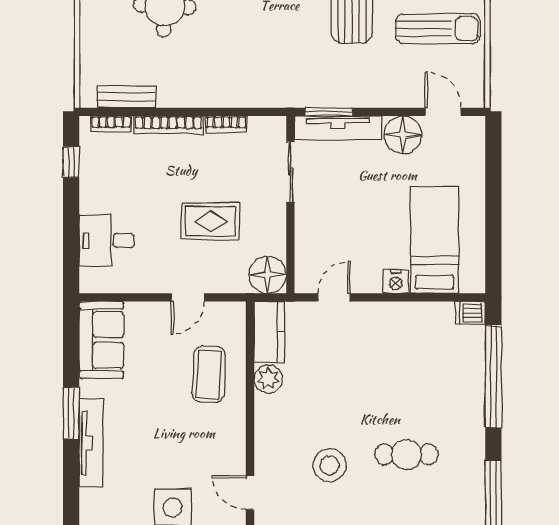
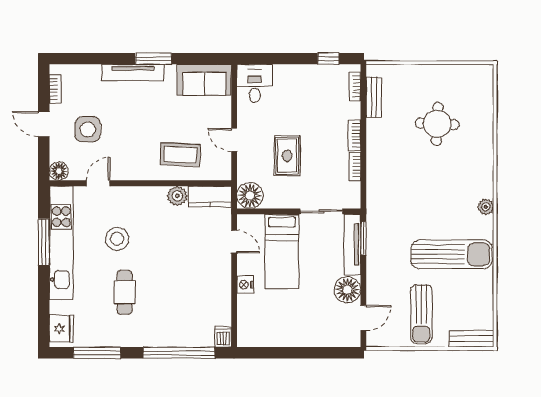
bookcase: (168, 125) -> (354, 135), width x0.64
desk: (107, 240) -> (255, 83), moved
bed: (435, 240) -> (282, 251), moved, turned 90

